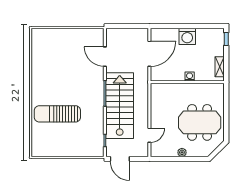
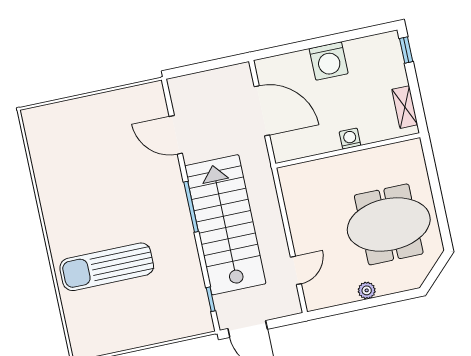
door: (149, 54) -> (262, 111), hinge flipped

